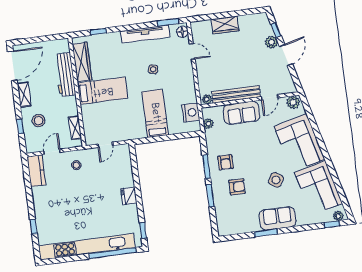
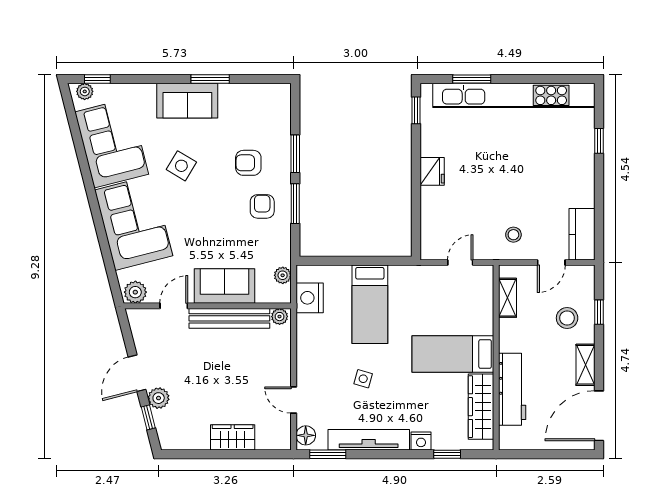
nightstand: (115, 37) -> (421, 441), added
window: (113, 253) -> (472, 79), width x0.47

